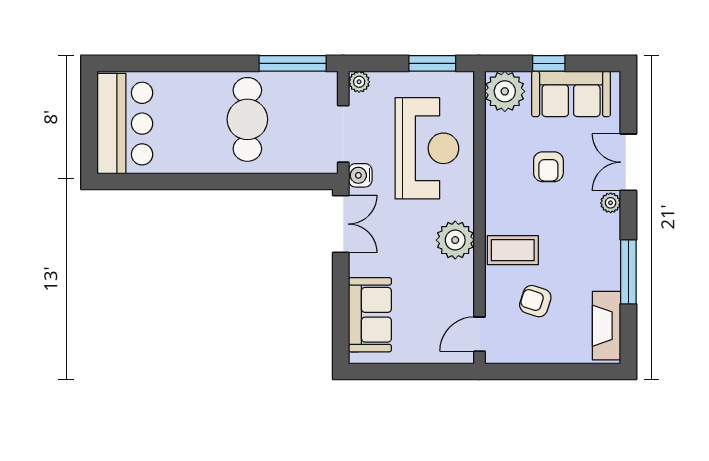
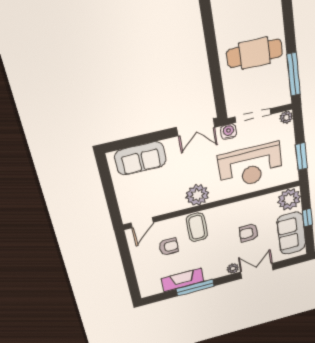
armchair: (535, 301) -> (169, 247), turned 72
fireplace: (606, 326) -> (183, 280), moved
door: (479, 334) -> (142, 223), swing flipped

